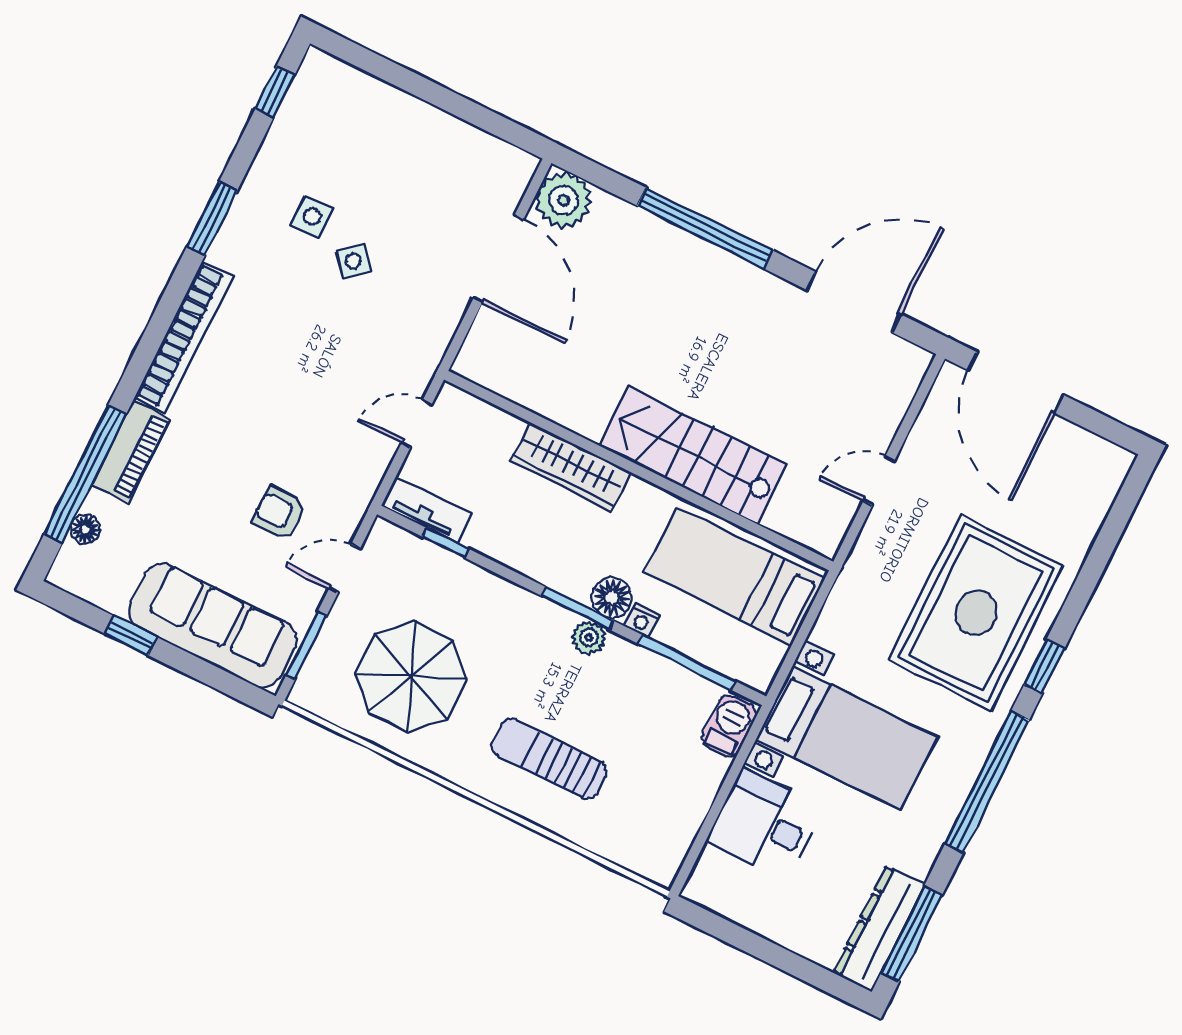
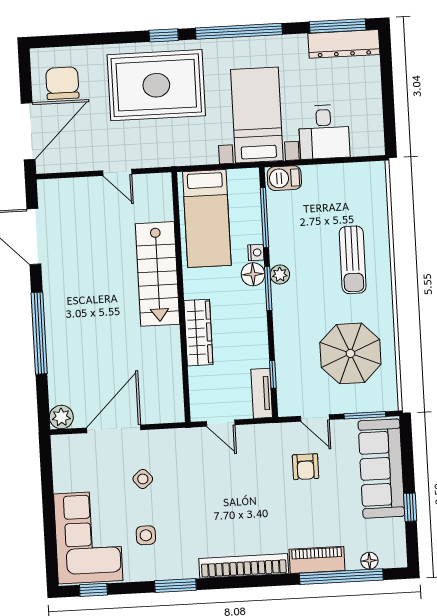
corner sofa: (358, 129) -> (88, 537), added
plant: (564, 200) -> (61, 417), width x0.73, depth x0.73
side table: (353, 261) -> (143, 479), moved
chair: (1059, 474) -> (62, 83), added

